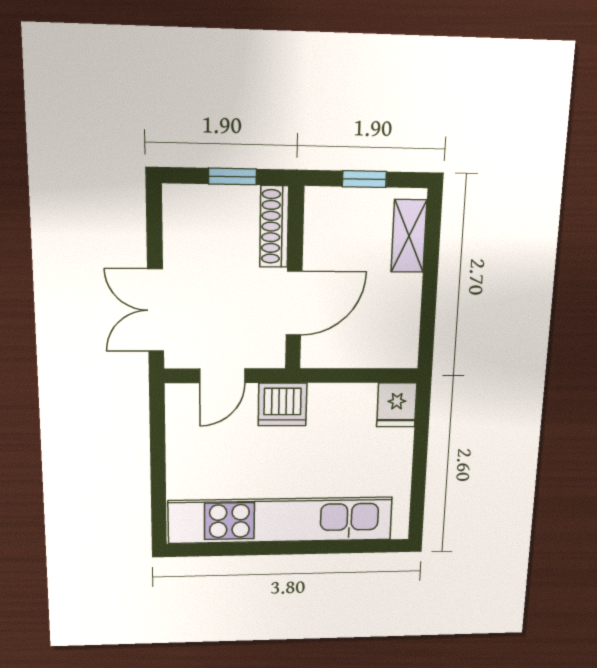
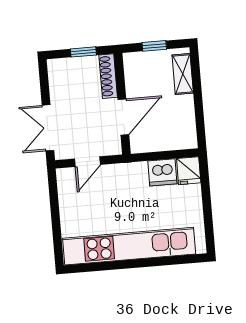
dishwasher: (283, 404) -> (162, 172), moved

